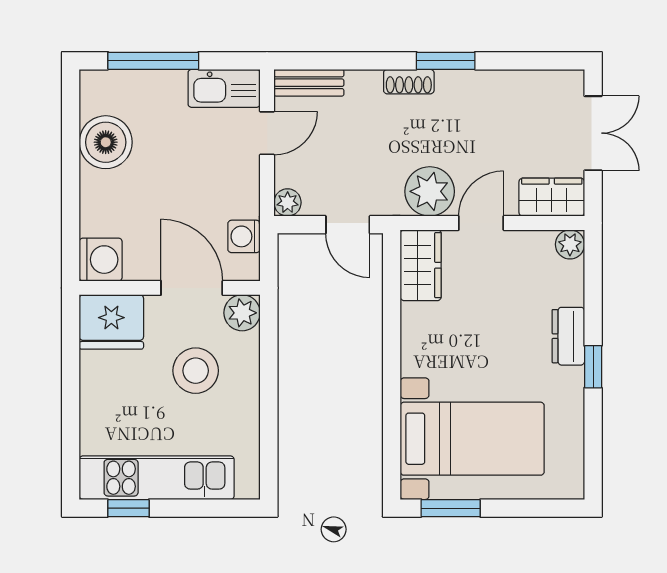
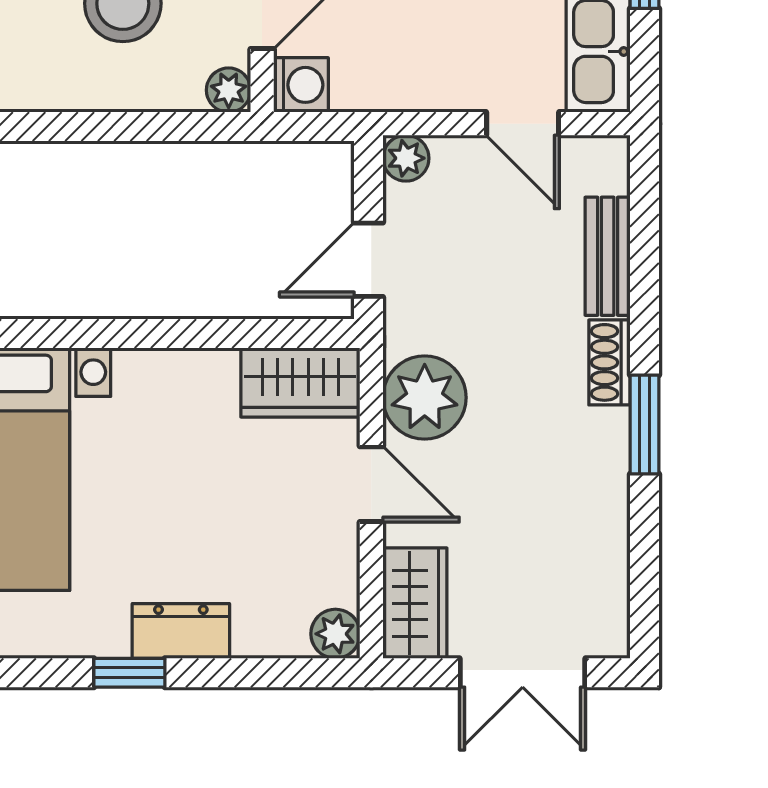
bench: (309, 83) -> (608, 256), moved
washing machine: (244, 236) -> (301, 85), moved, turned 90
plant: (242, 313) -> (229, 90), width x0.73, depth x0.73

